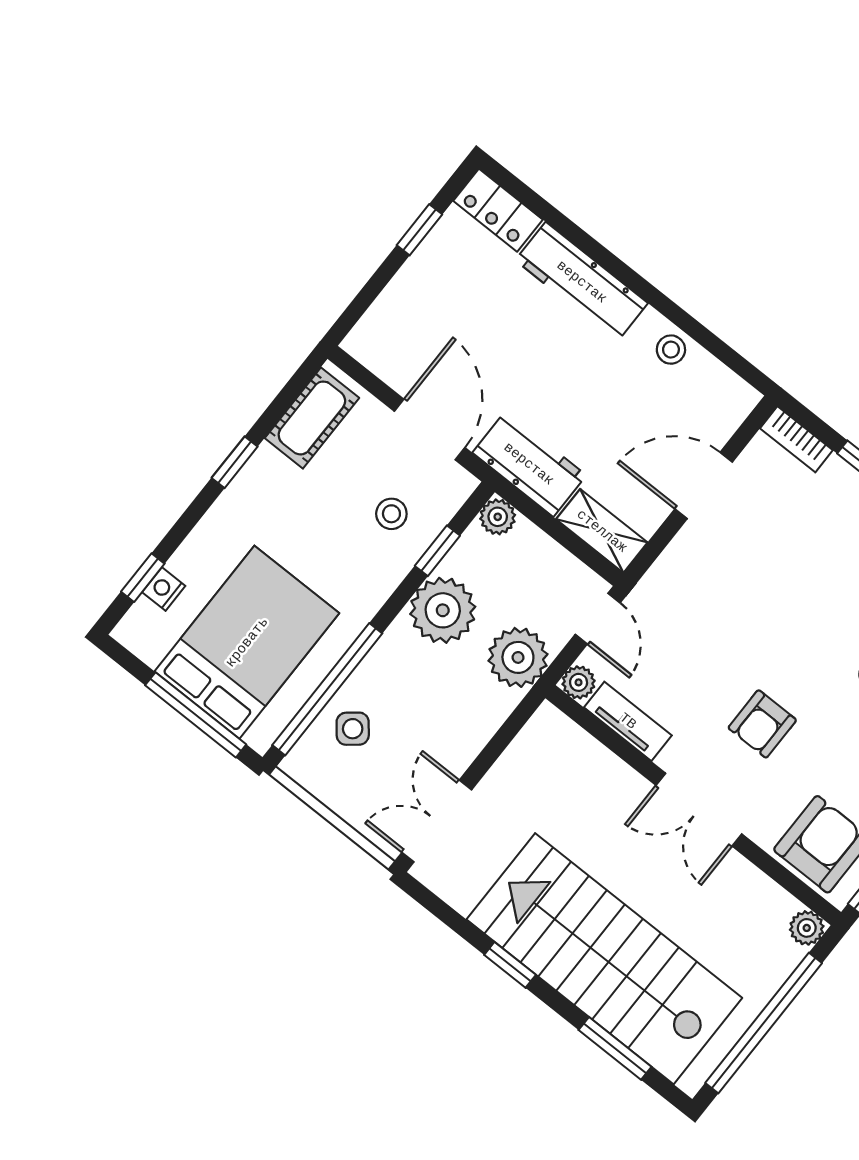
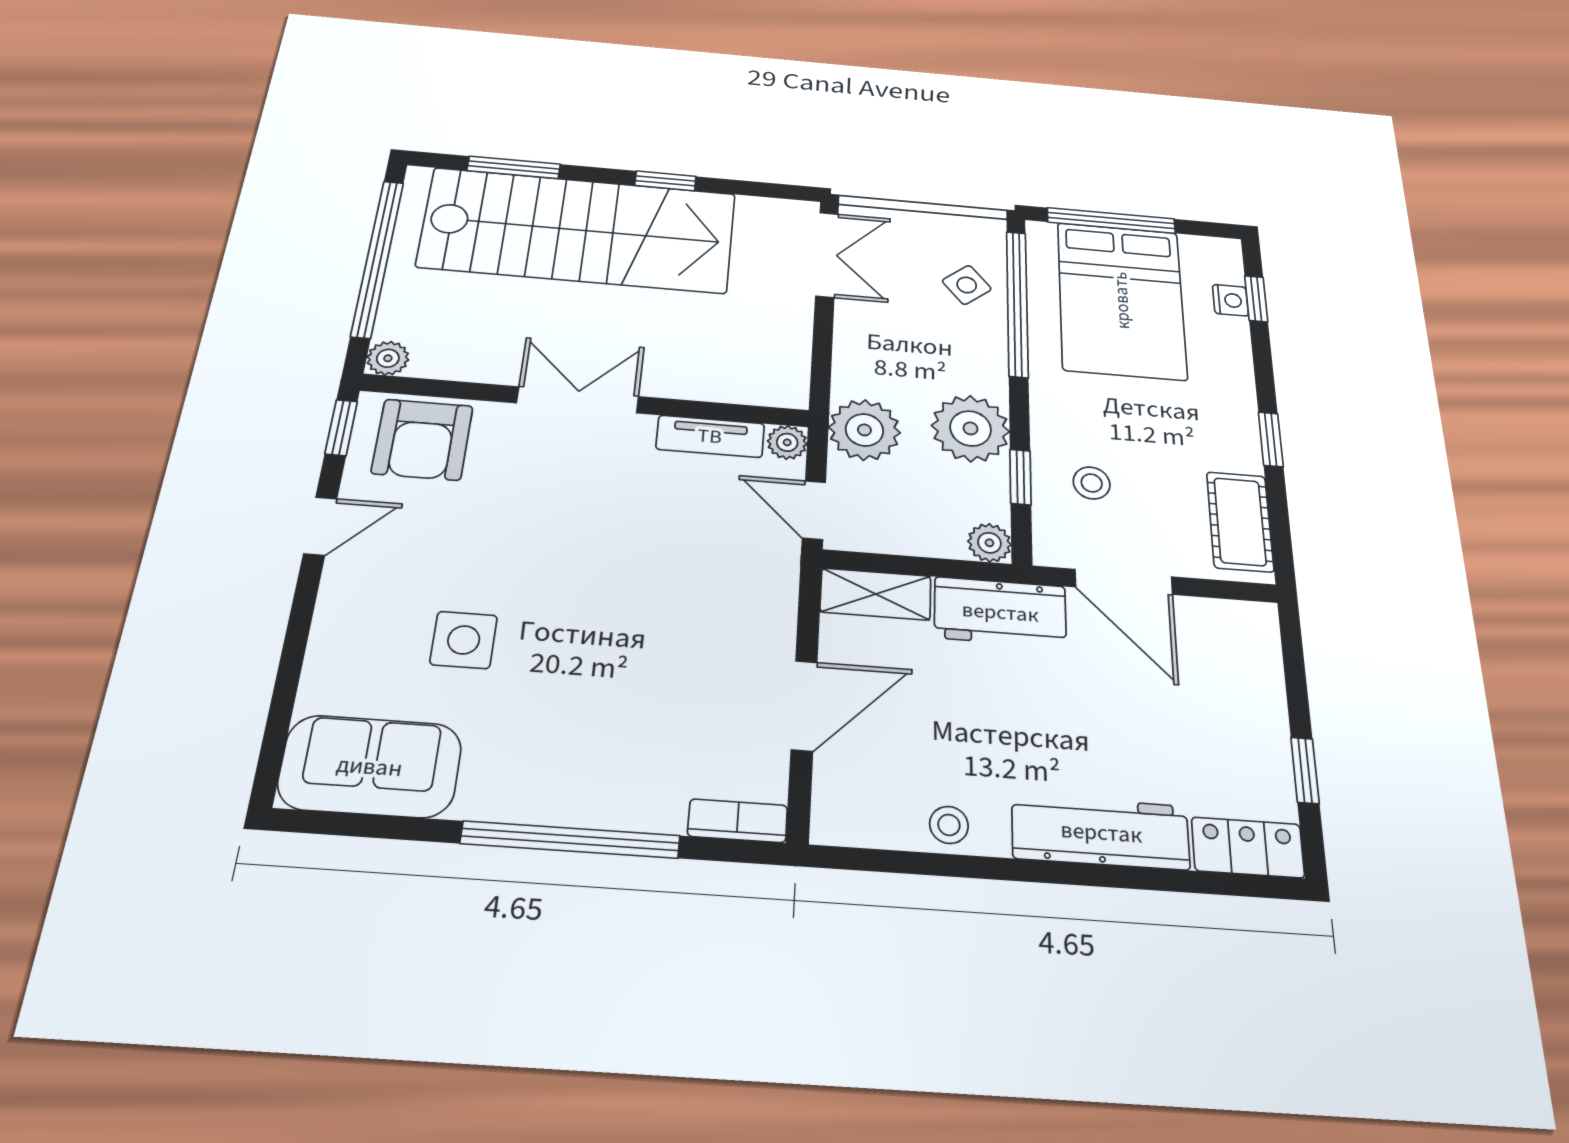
armchair: (762, 724) -> (567, 513), removed

